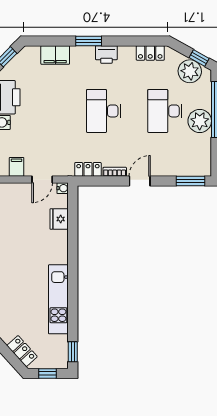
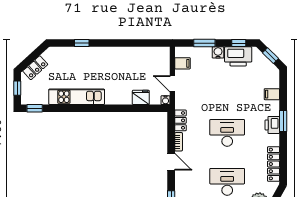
locker: (150, 53) -> (274, 164), width x1.53
printer: (106, 54) -> (272, 125), moved
filing cabinet: (55, 55) -> (272, 94), width x0.50

